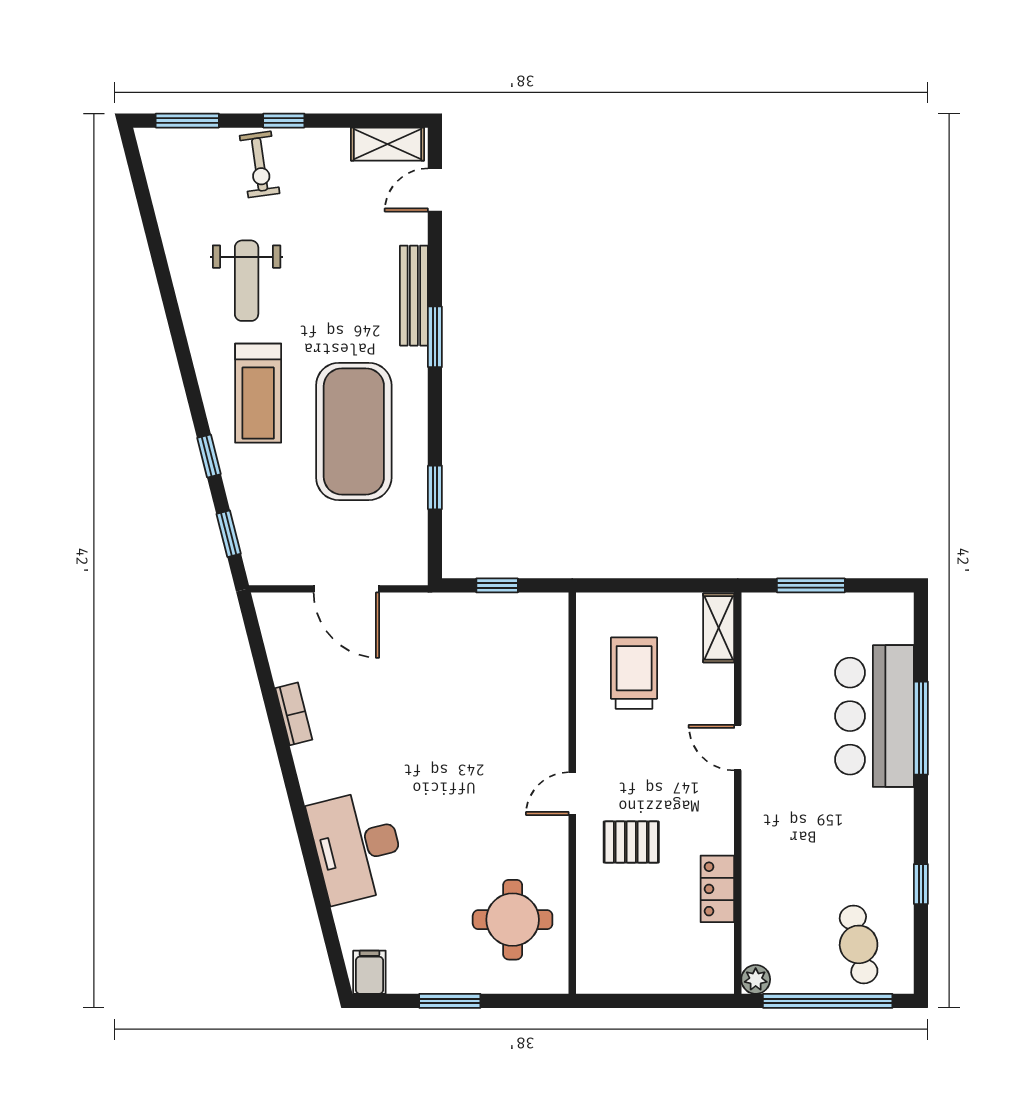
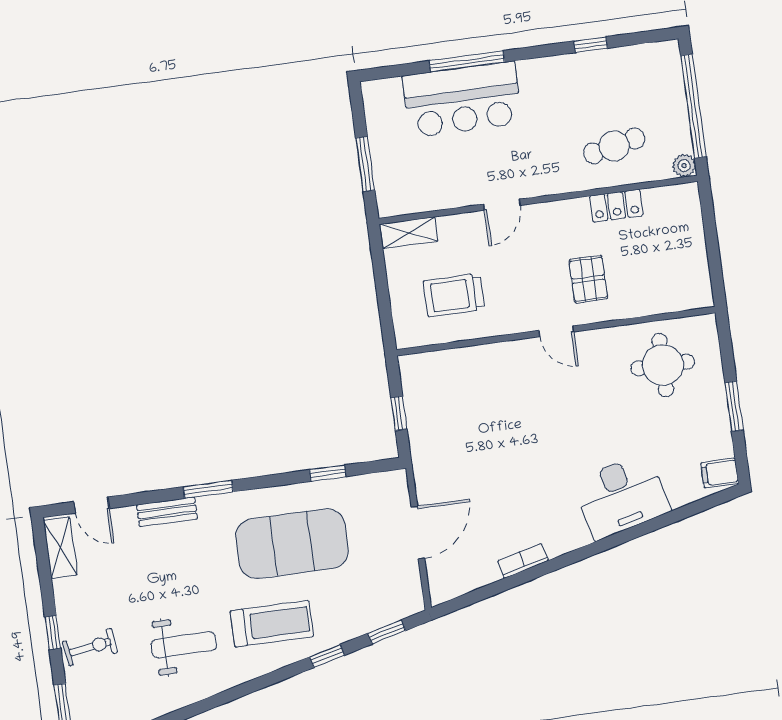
bench: (414, 296) -> (167, 512), width x0.73
cafe table: (859, 944) -> (614, 146), moved

